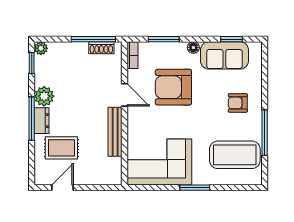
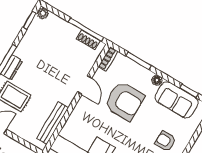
armchair: (173, 87) -> (124, 101), turned 180
plant: (44, 96) -> (24, 50), removed
bench: (115, 132) -> (53, 123), moved

